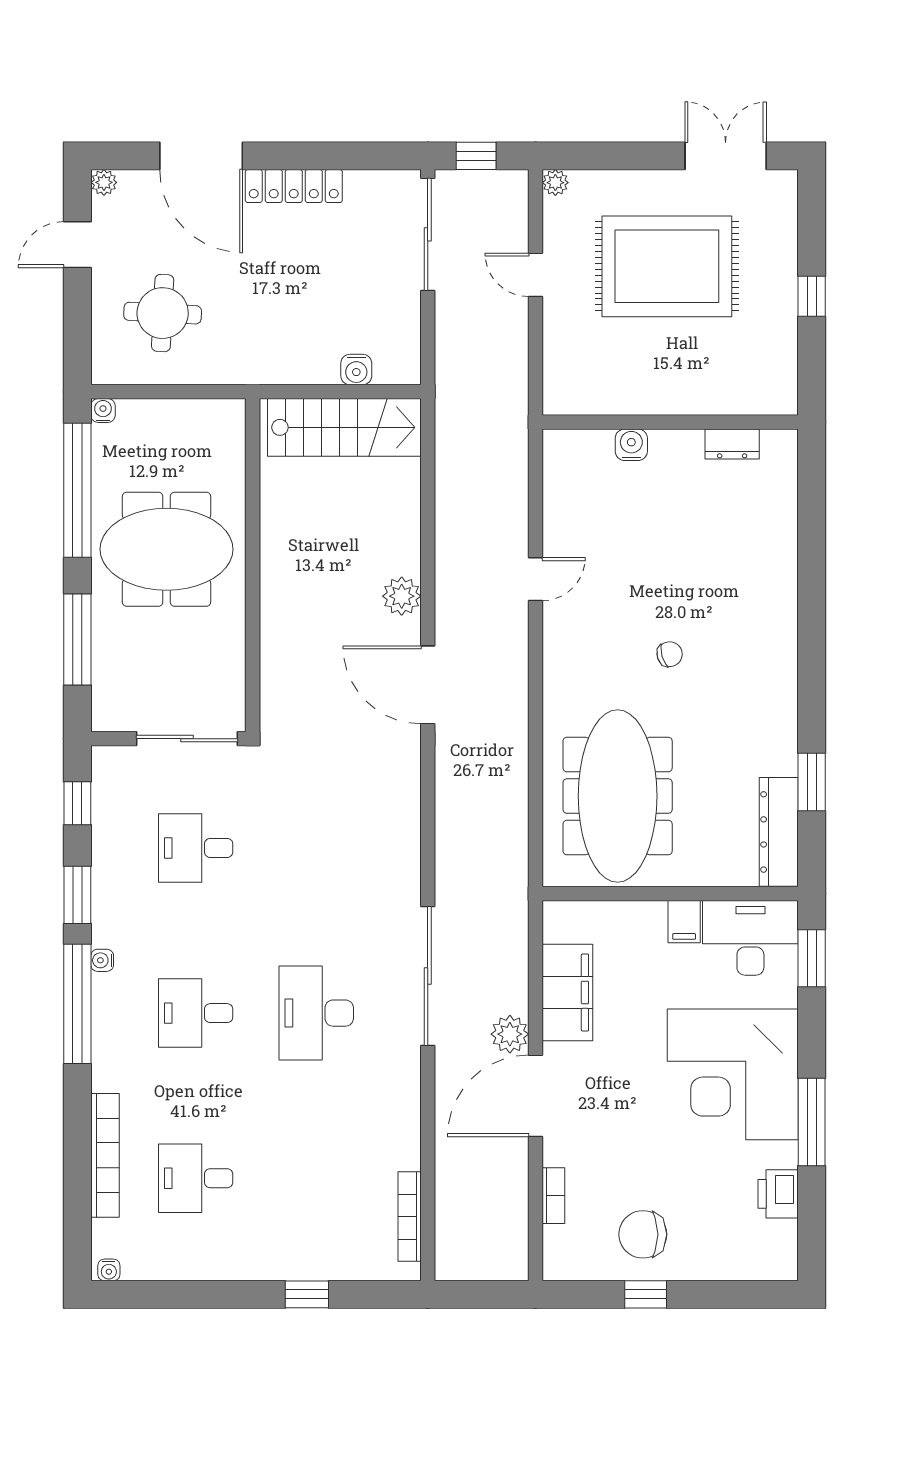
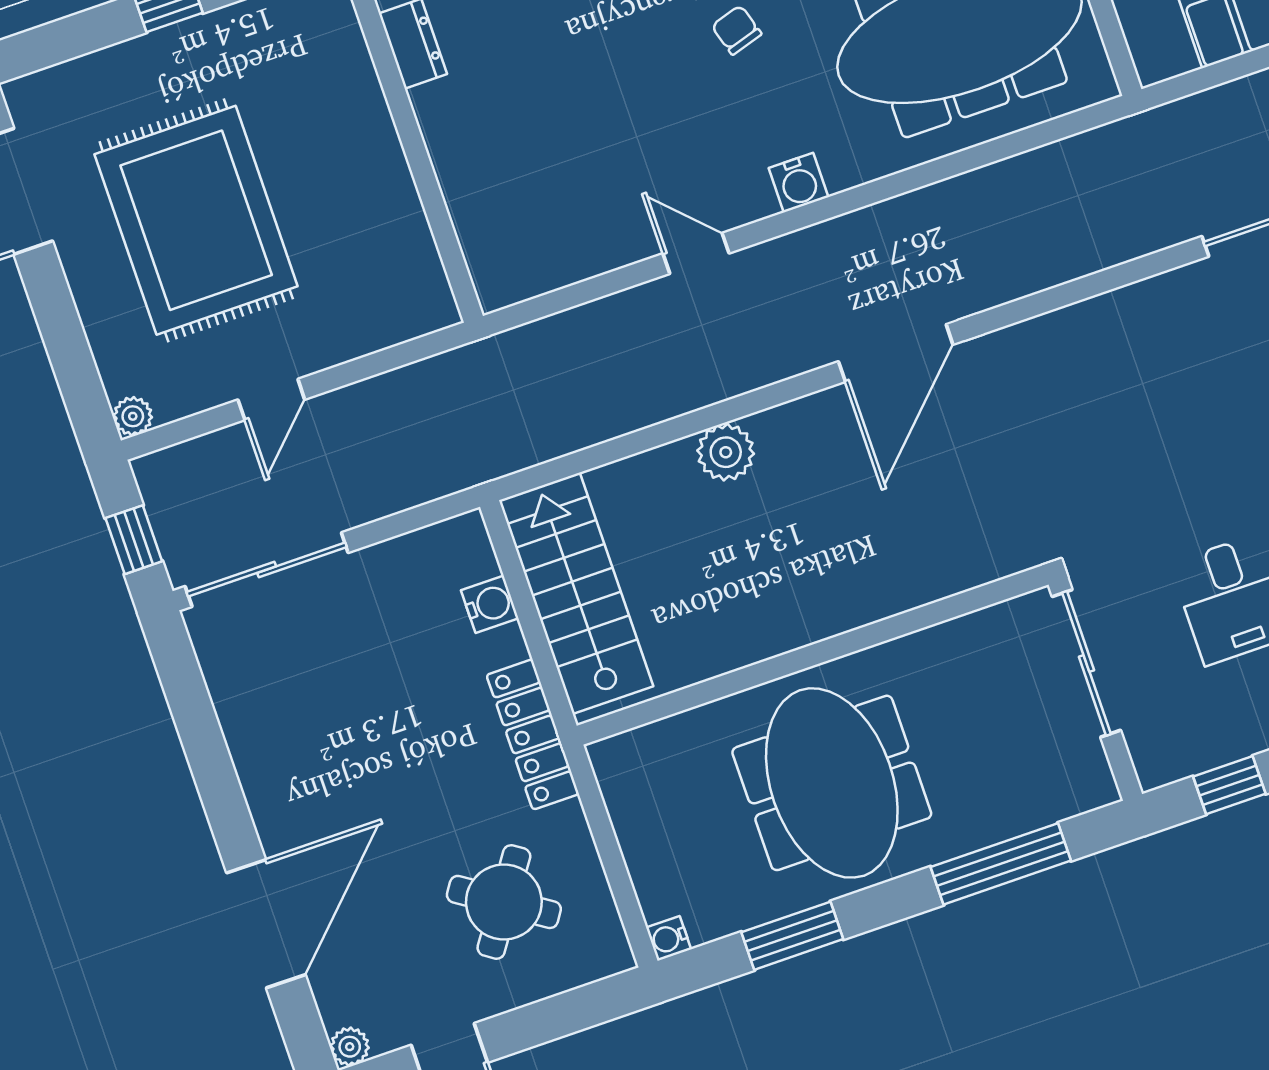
locker: (294, 186) -> (533, 734), moved, turned 180
round table: (163, 313) -> (504, 902), turned 31
water cooler: (631, 445) -> (799, 183), moved, turned -90
window: (77, 490) -> (792, 936), width x0.47
plant: (402, 596) -> (726, 452), moved

